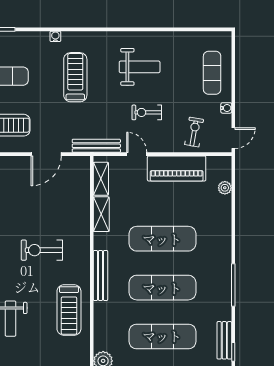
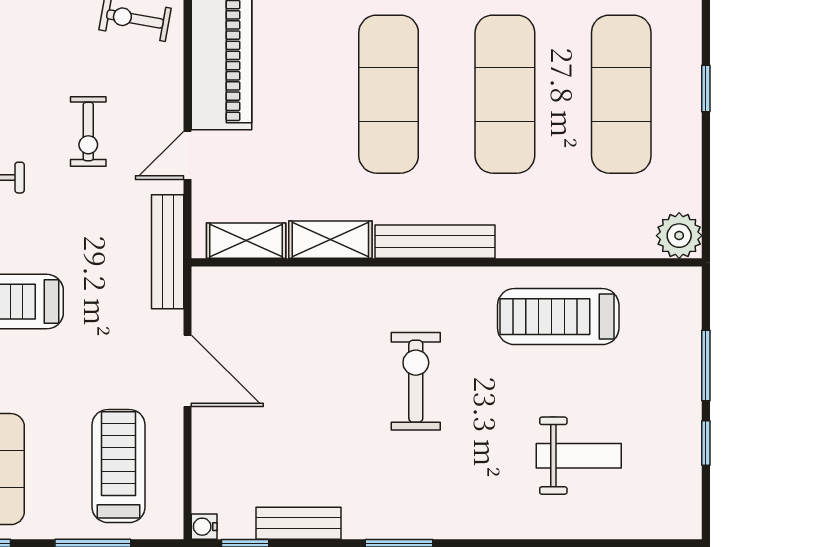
exercise bike: (42, 250) -> (416, 381), turned 180
bench: (100, 275) -> (435, 242), moved
treadmill: (69, 310) -> (558, 317), turned 180

